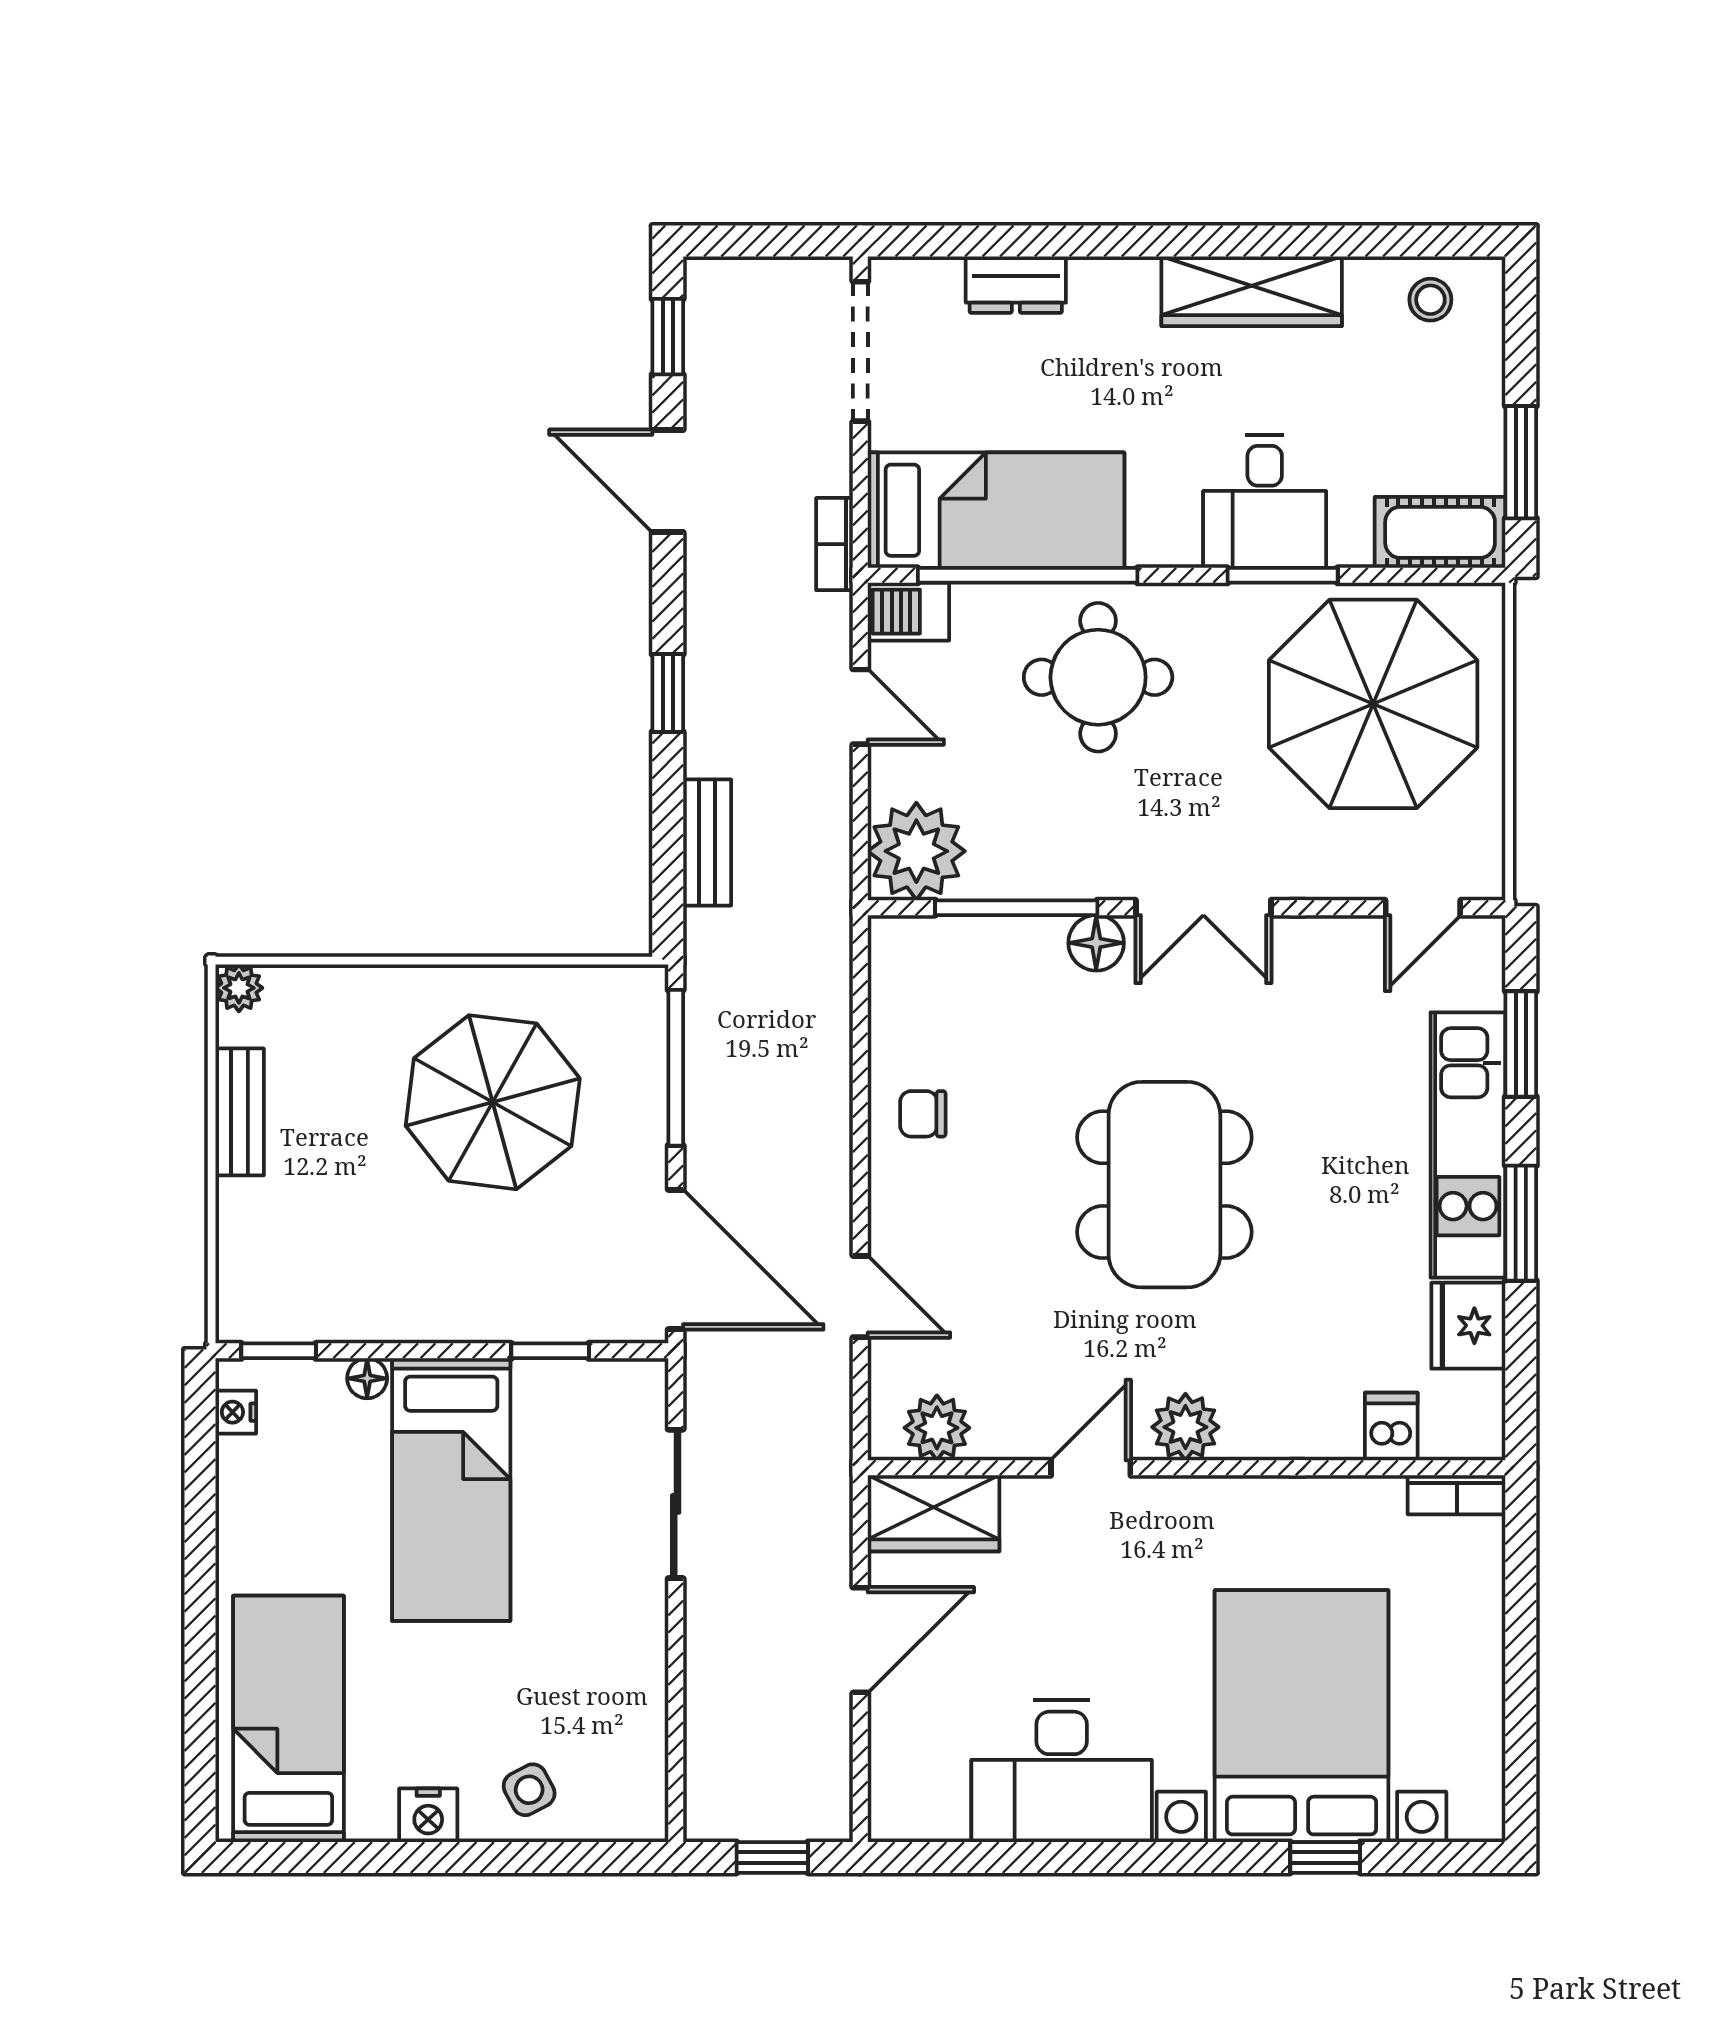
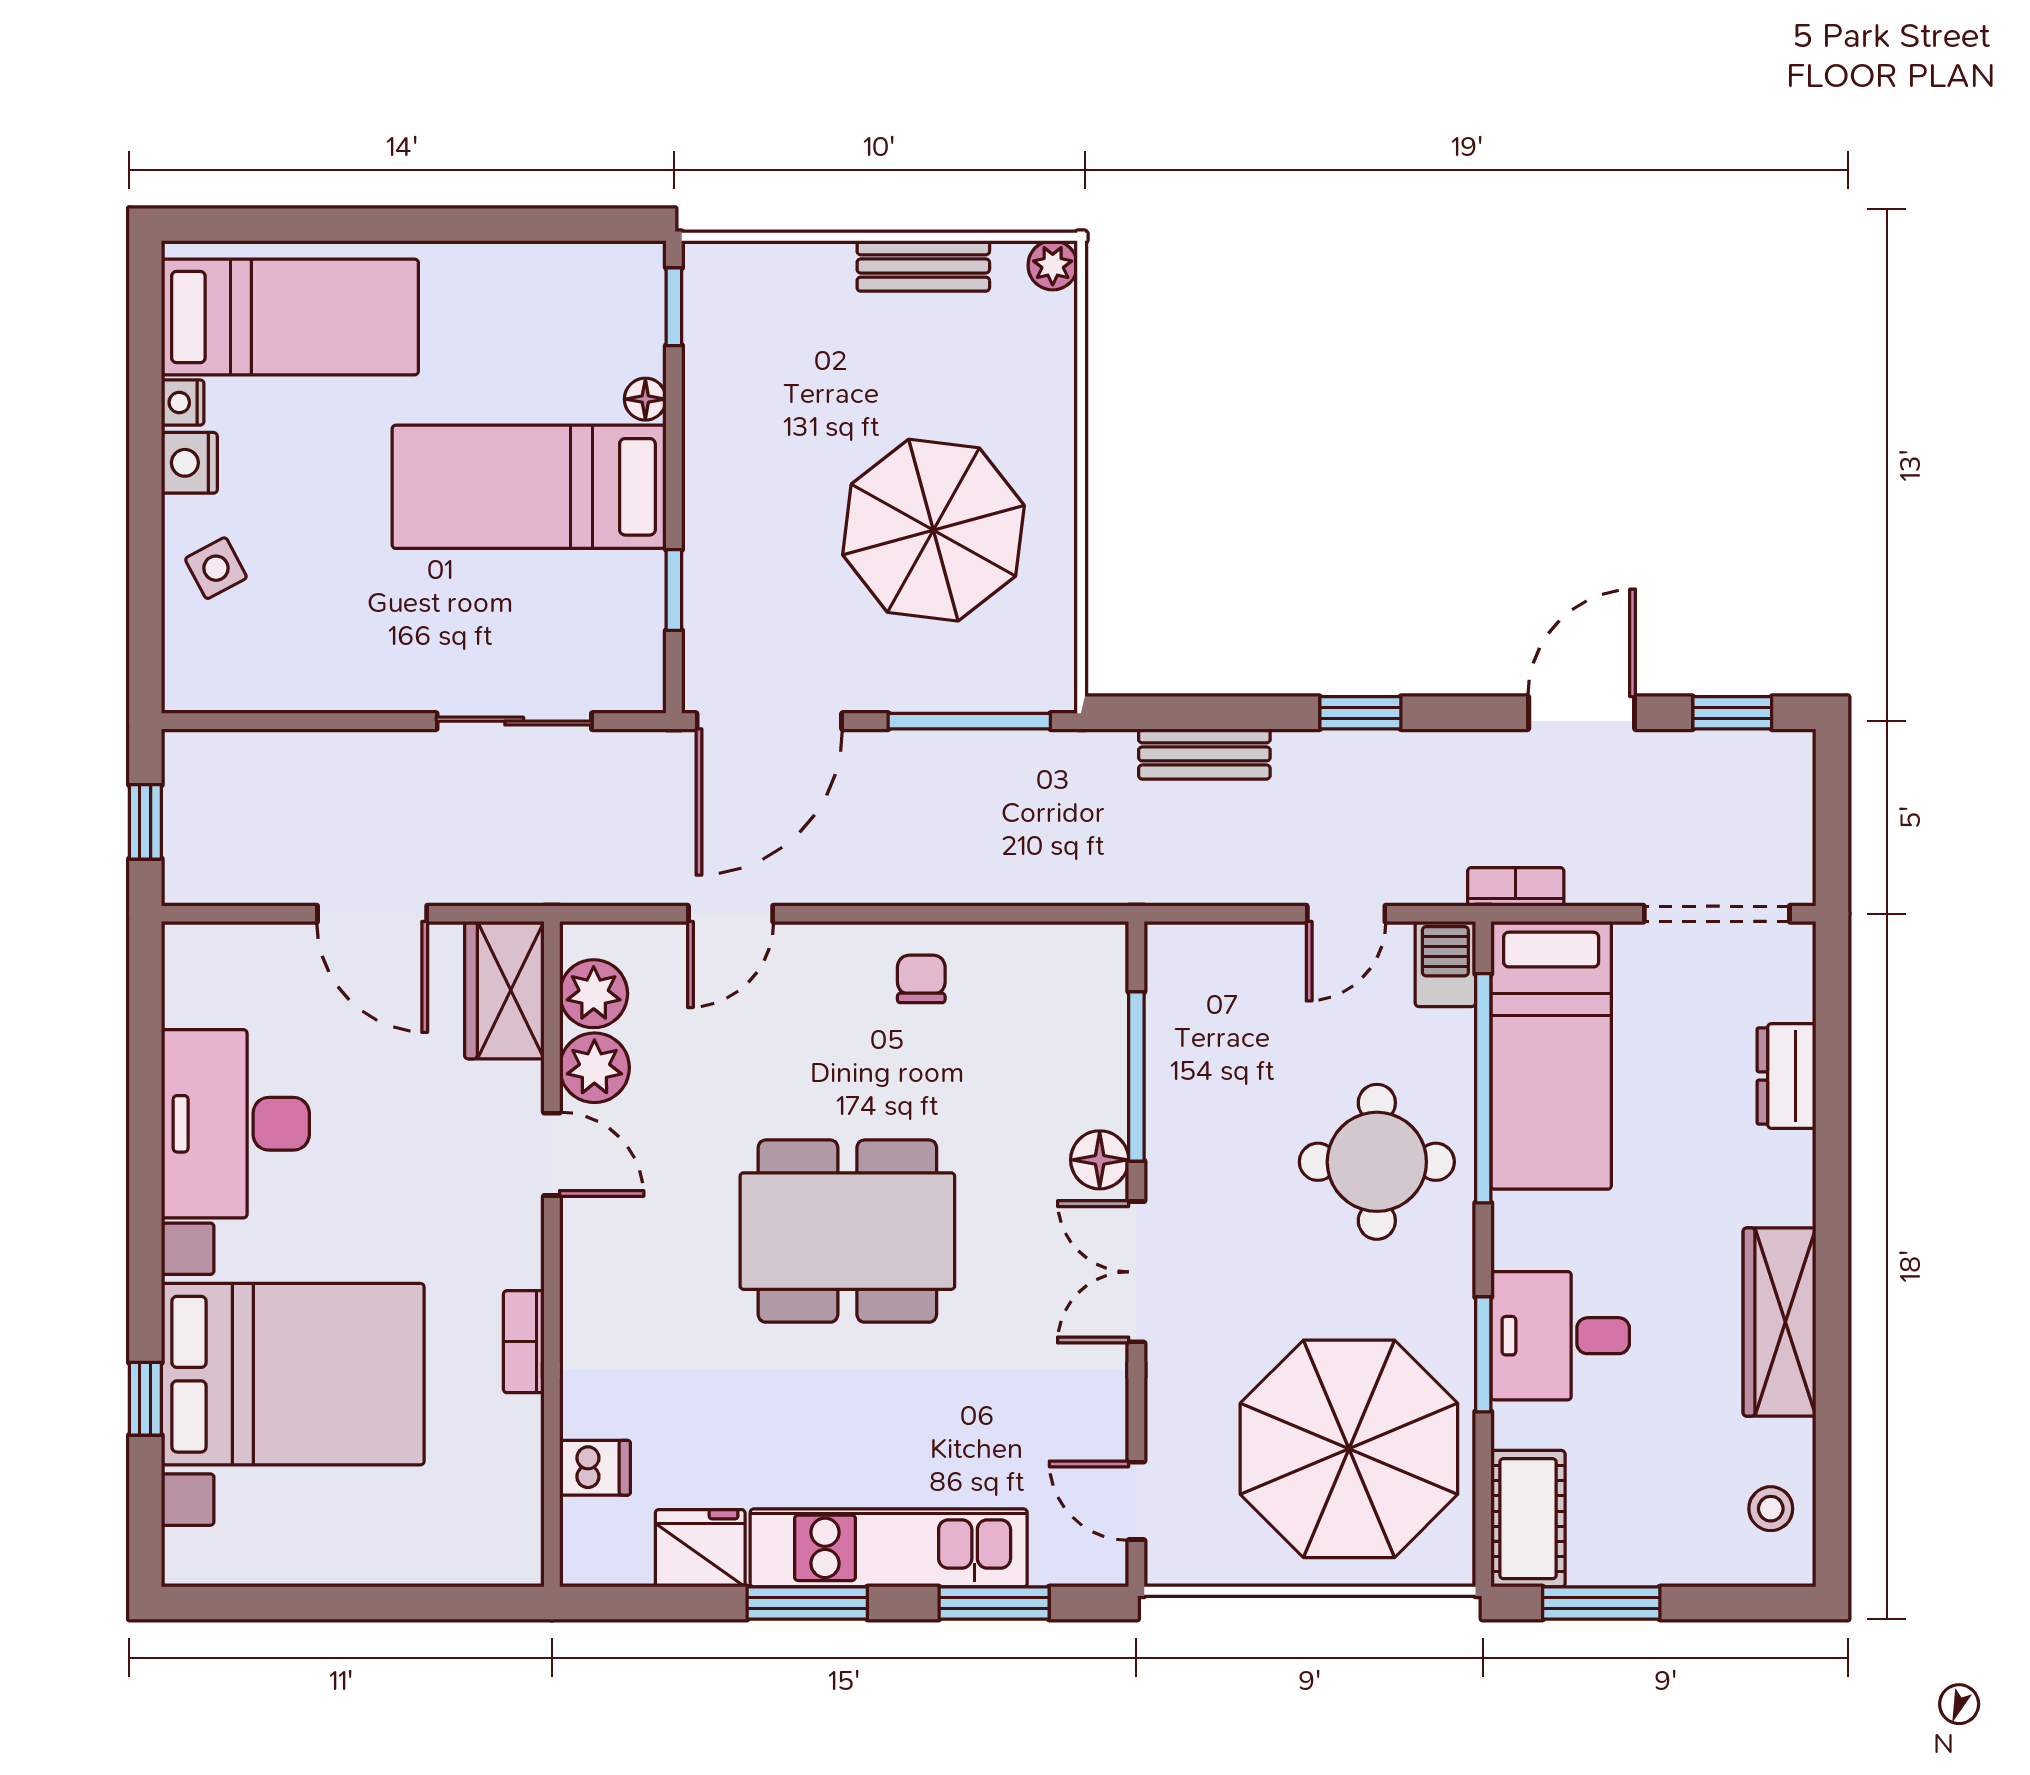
plant: (916, 851) -> (1195, 972), removed
nightstand: (236, 1412) -> (183, 403), moved, turned -90
plant: (1185, 1427) -> (594, 1068), moved
bookcase: (1457, 1495) -> (524, 1342), moved

